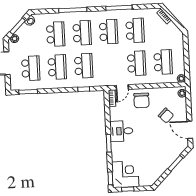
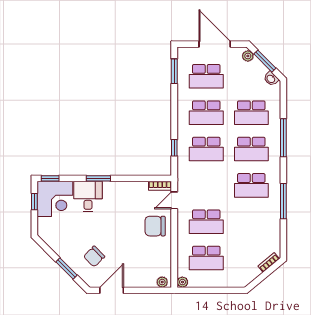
school desk: (135, 30) -> (251, 222), removed
door: (122, 87) -> (174, 200), hinge flipped
chair: (166, 116) -> (94, 257), moved
desk: (121, 131) -> (88, 197), moved

